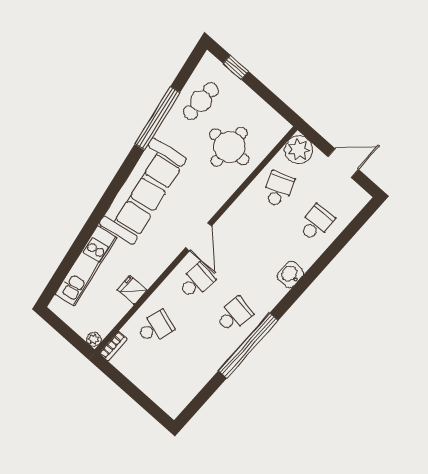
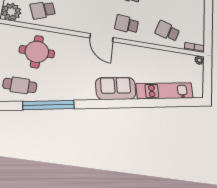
sofa: (143, 191) -> (116, 88), width x0.54, depth x0.79
door: (199, 237) -> (101, 38), swing flipped
fridge: (132, 290) -> (158, 56), removed

